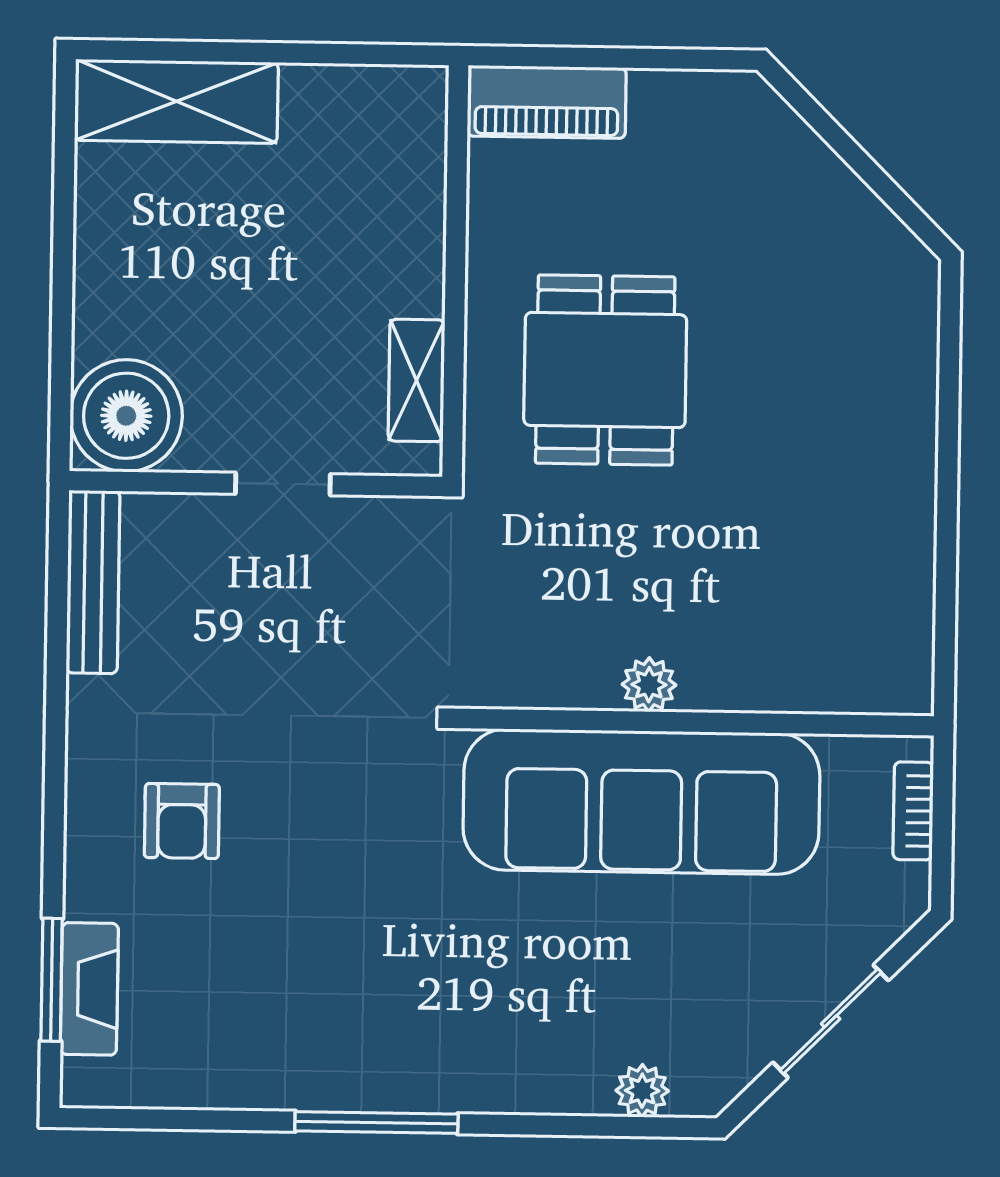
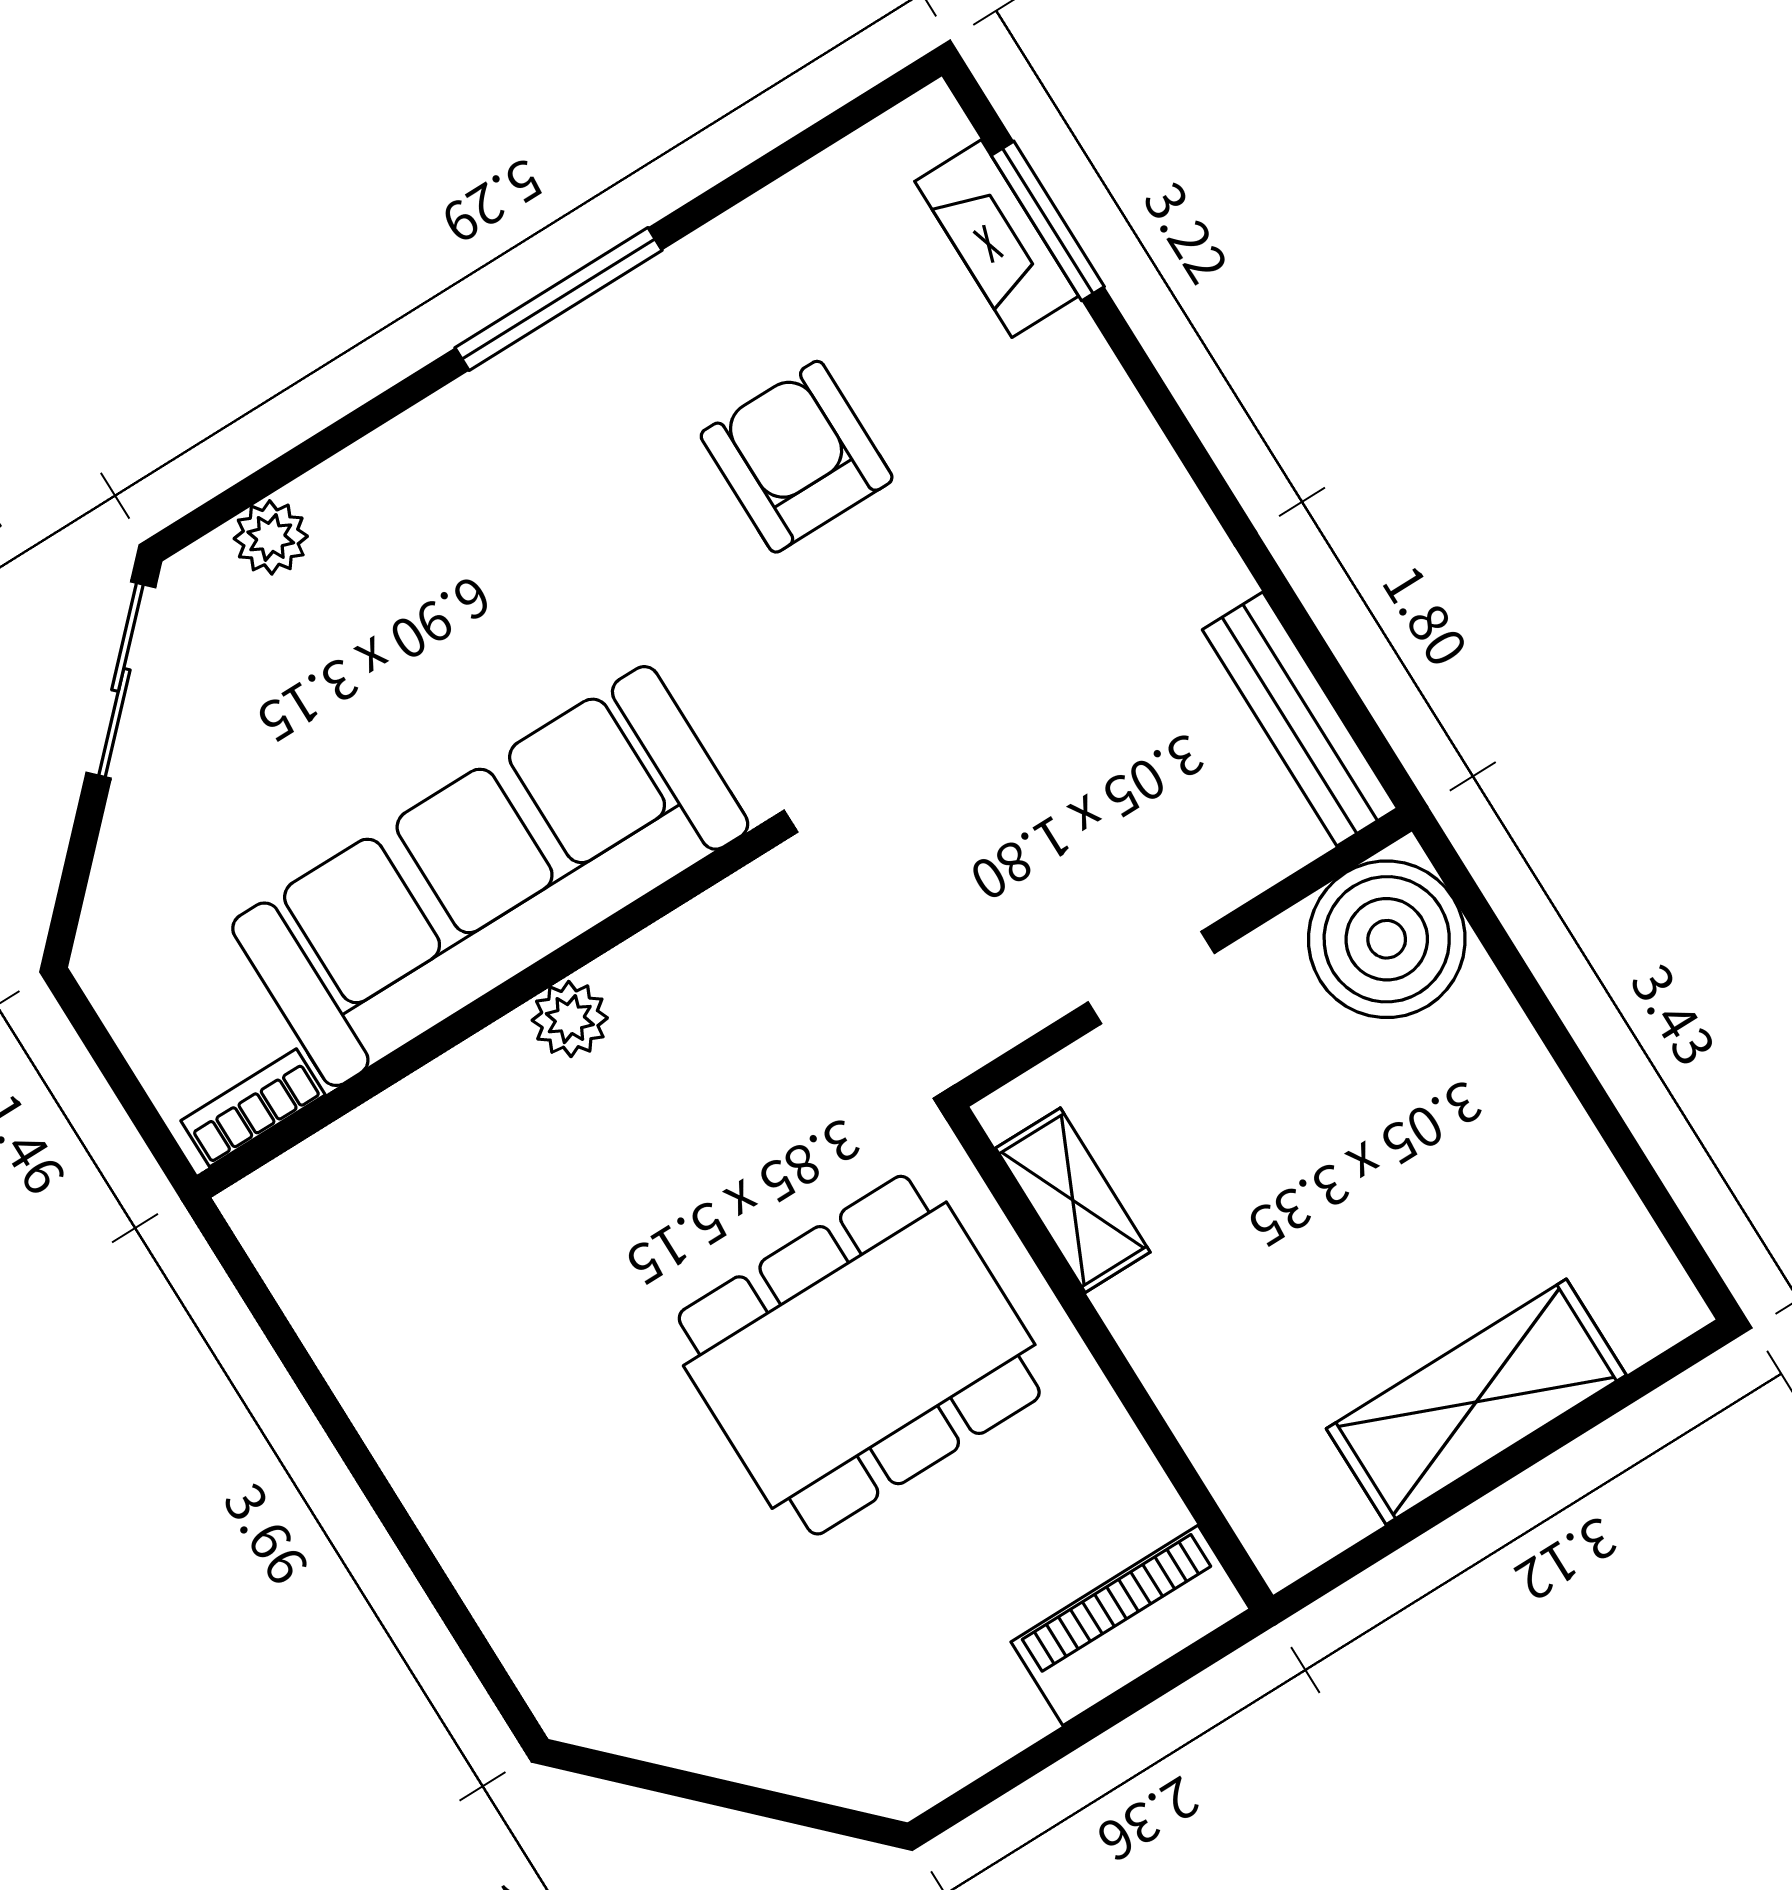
shelving: (176, 101) -> (1476, 1402), moved
dining table: (605, 370) -> (859, 1355), width x1.38
bookcase: (913, 811) -> (253, 1108), moved, turned -90
armchair: (182, 821) -> (797, 457), moved, width x1.38, depth x1.38
sliding door: (831, 1021) -> (121, 680), moved

